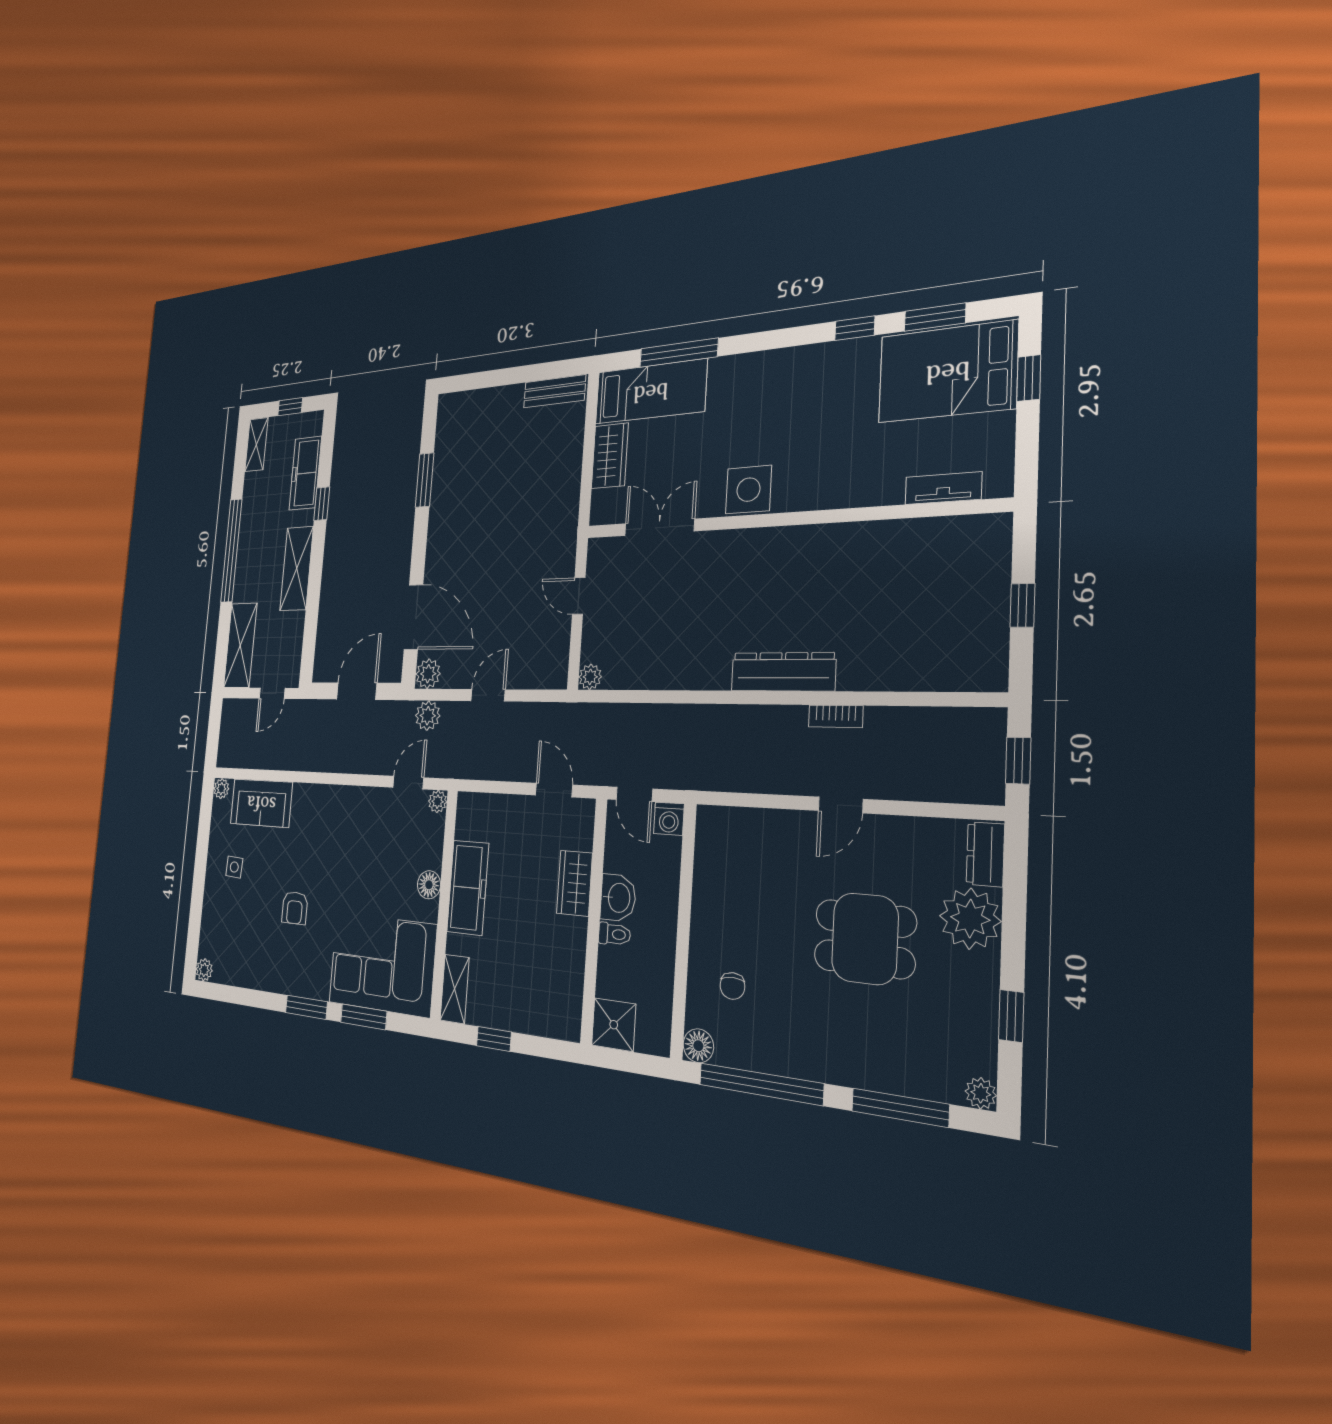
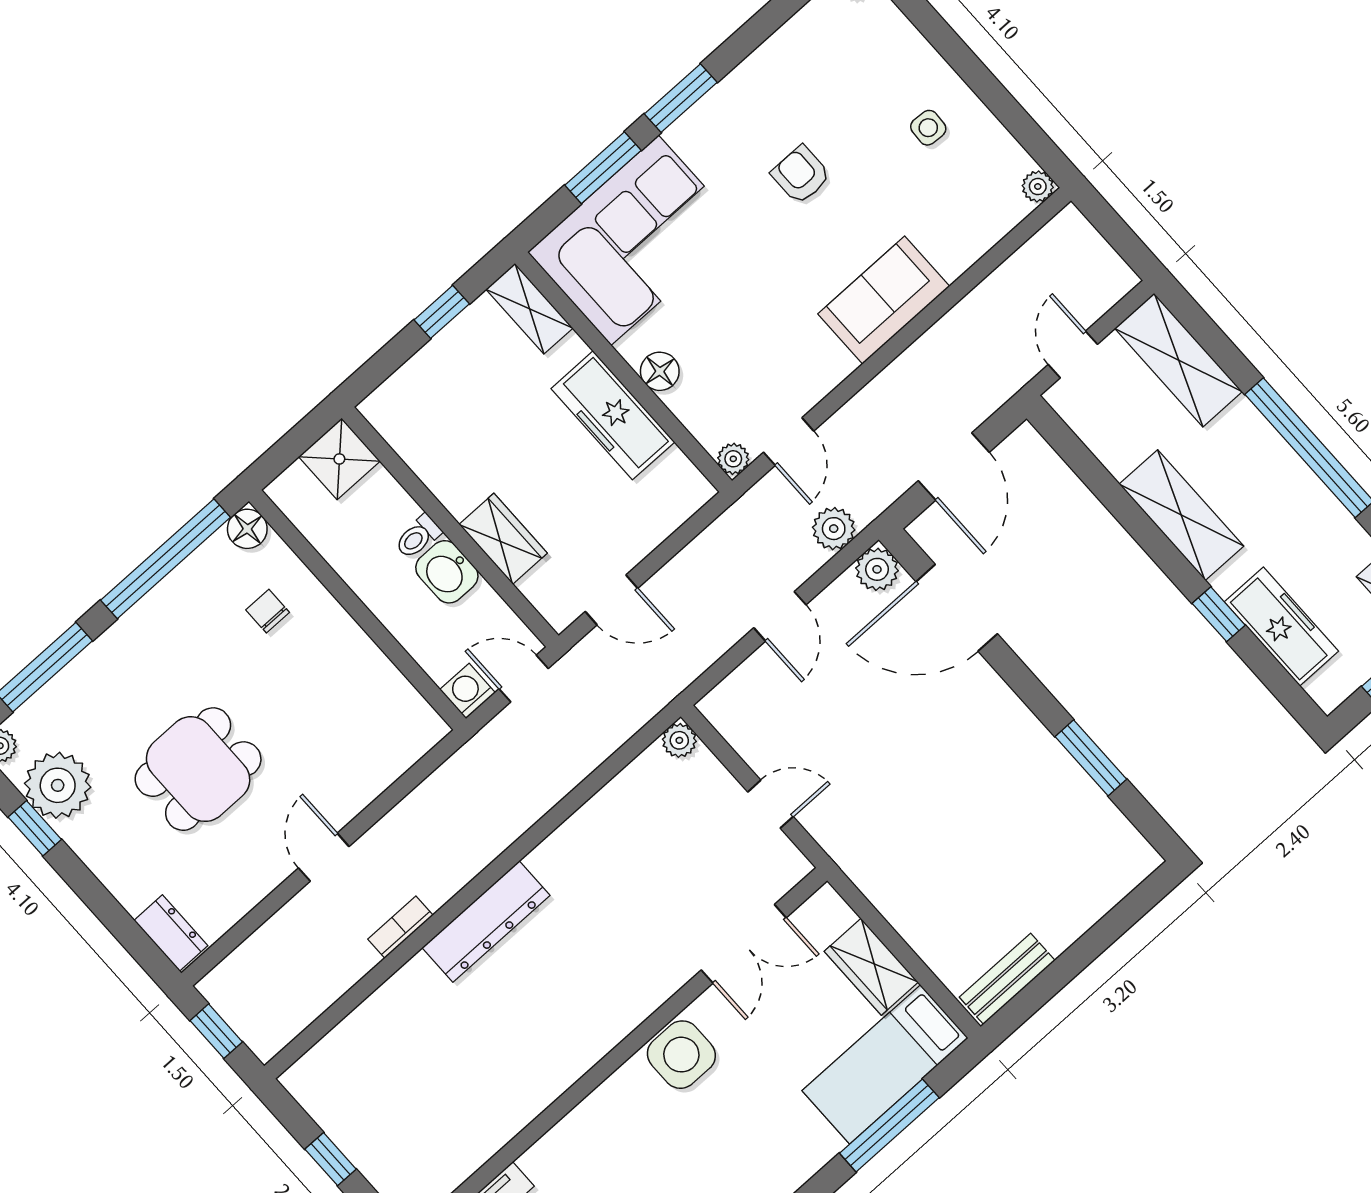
sofa: (261, 803) -> (884, 300), moved
plant: (970, 919) -> (58, 785), moved

